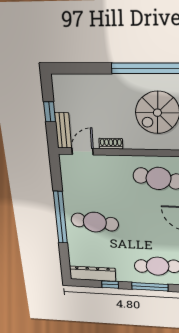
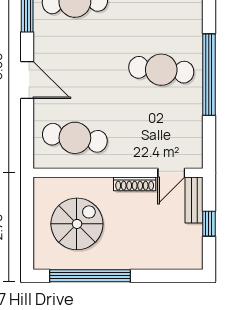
shoe rack: (111, 144) -> (135, 184), width x1.43

